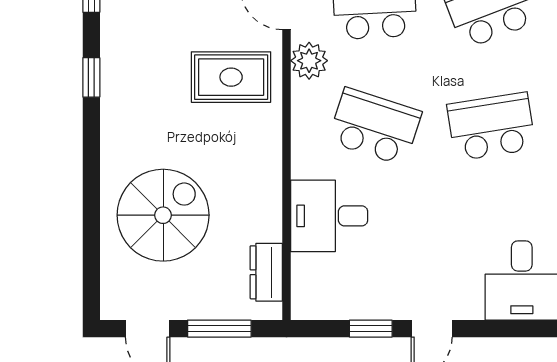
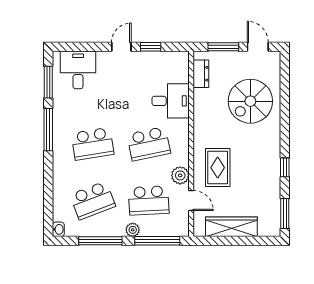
rug: (231, 77) -> (218, 168), turned 90
school desk: (375, 127) -> (149, 144), turned -30

